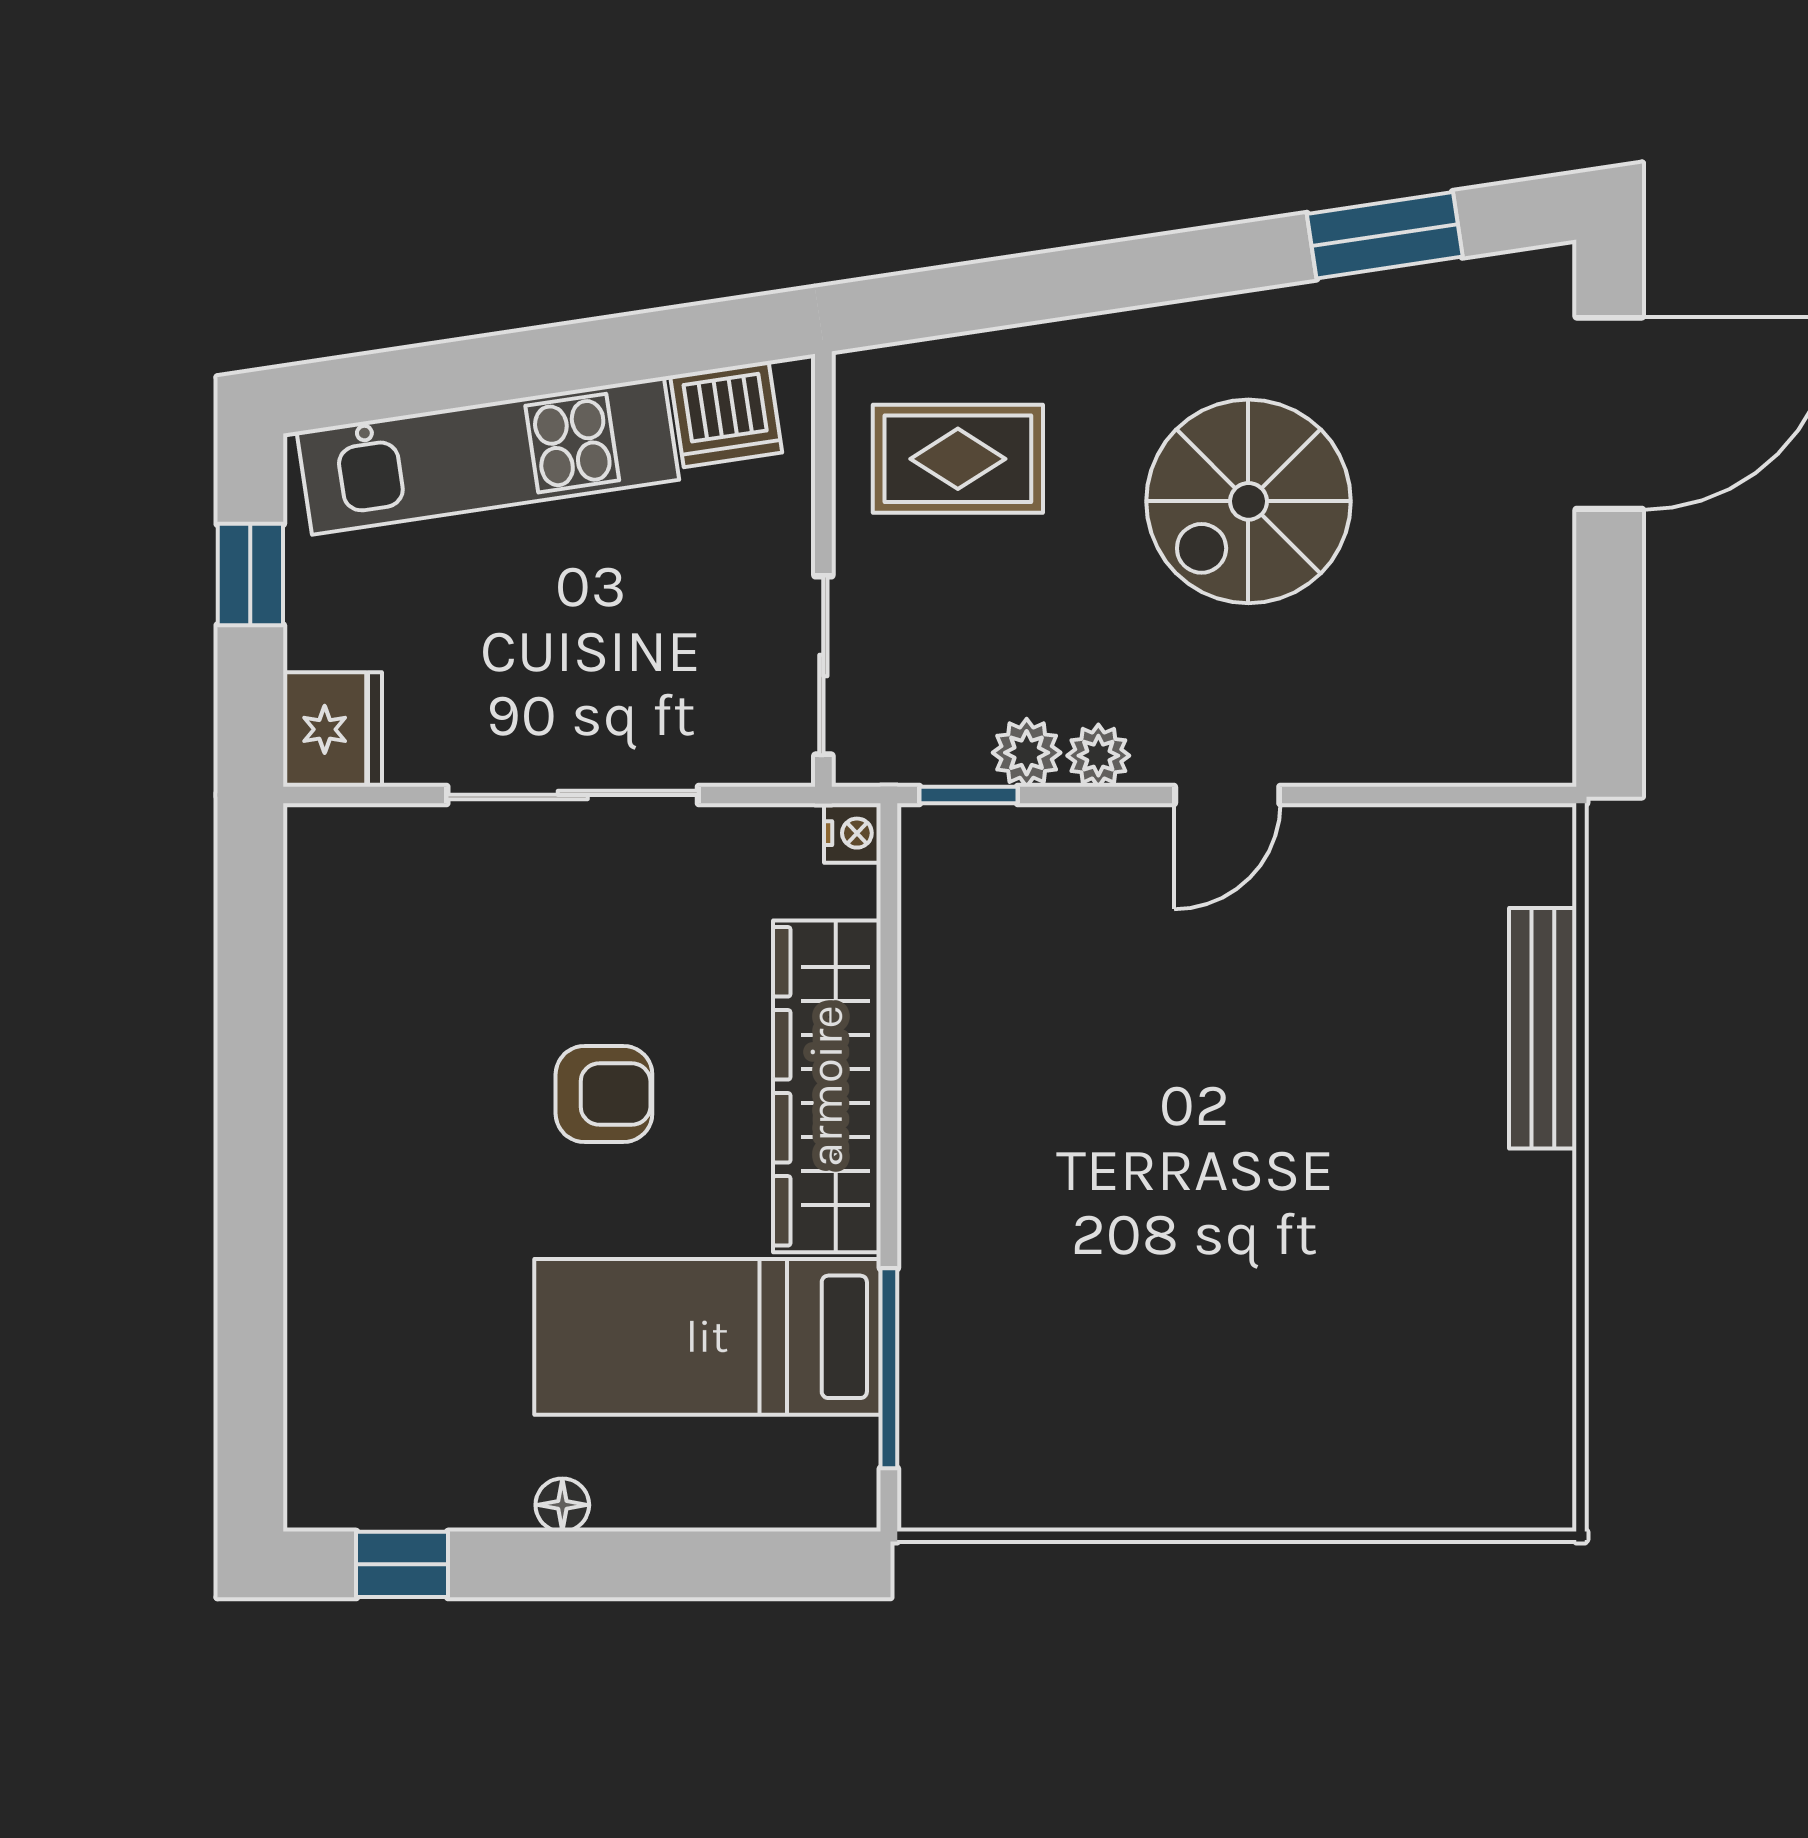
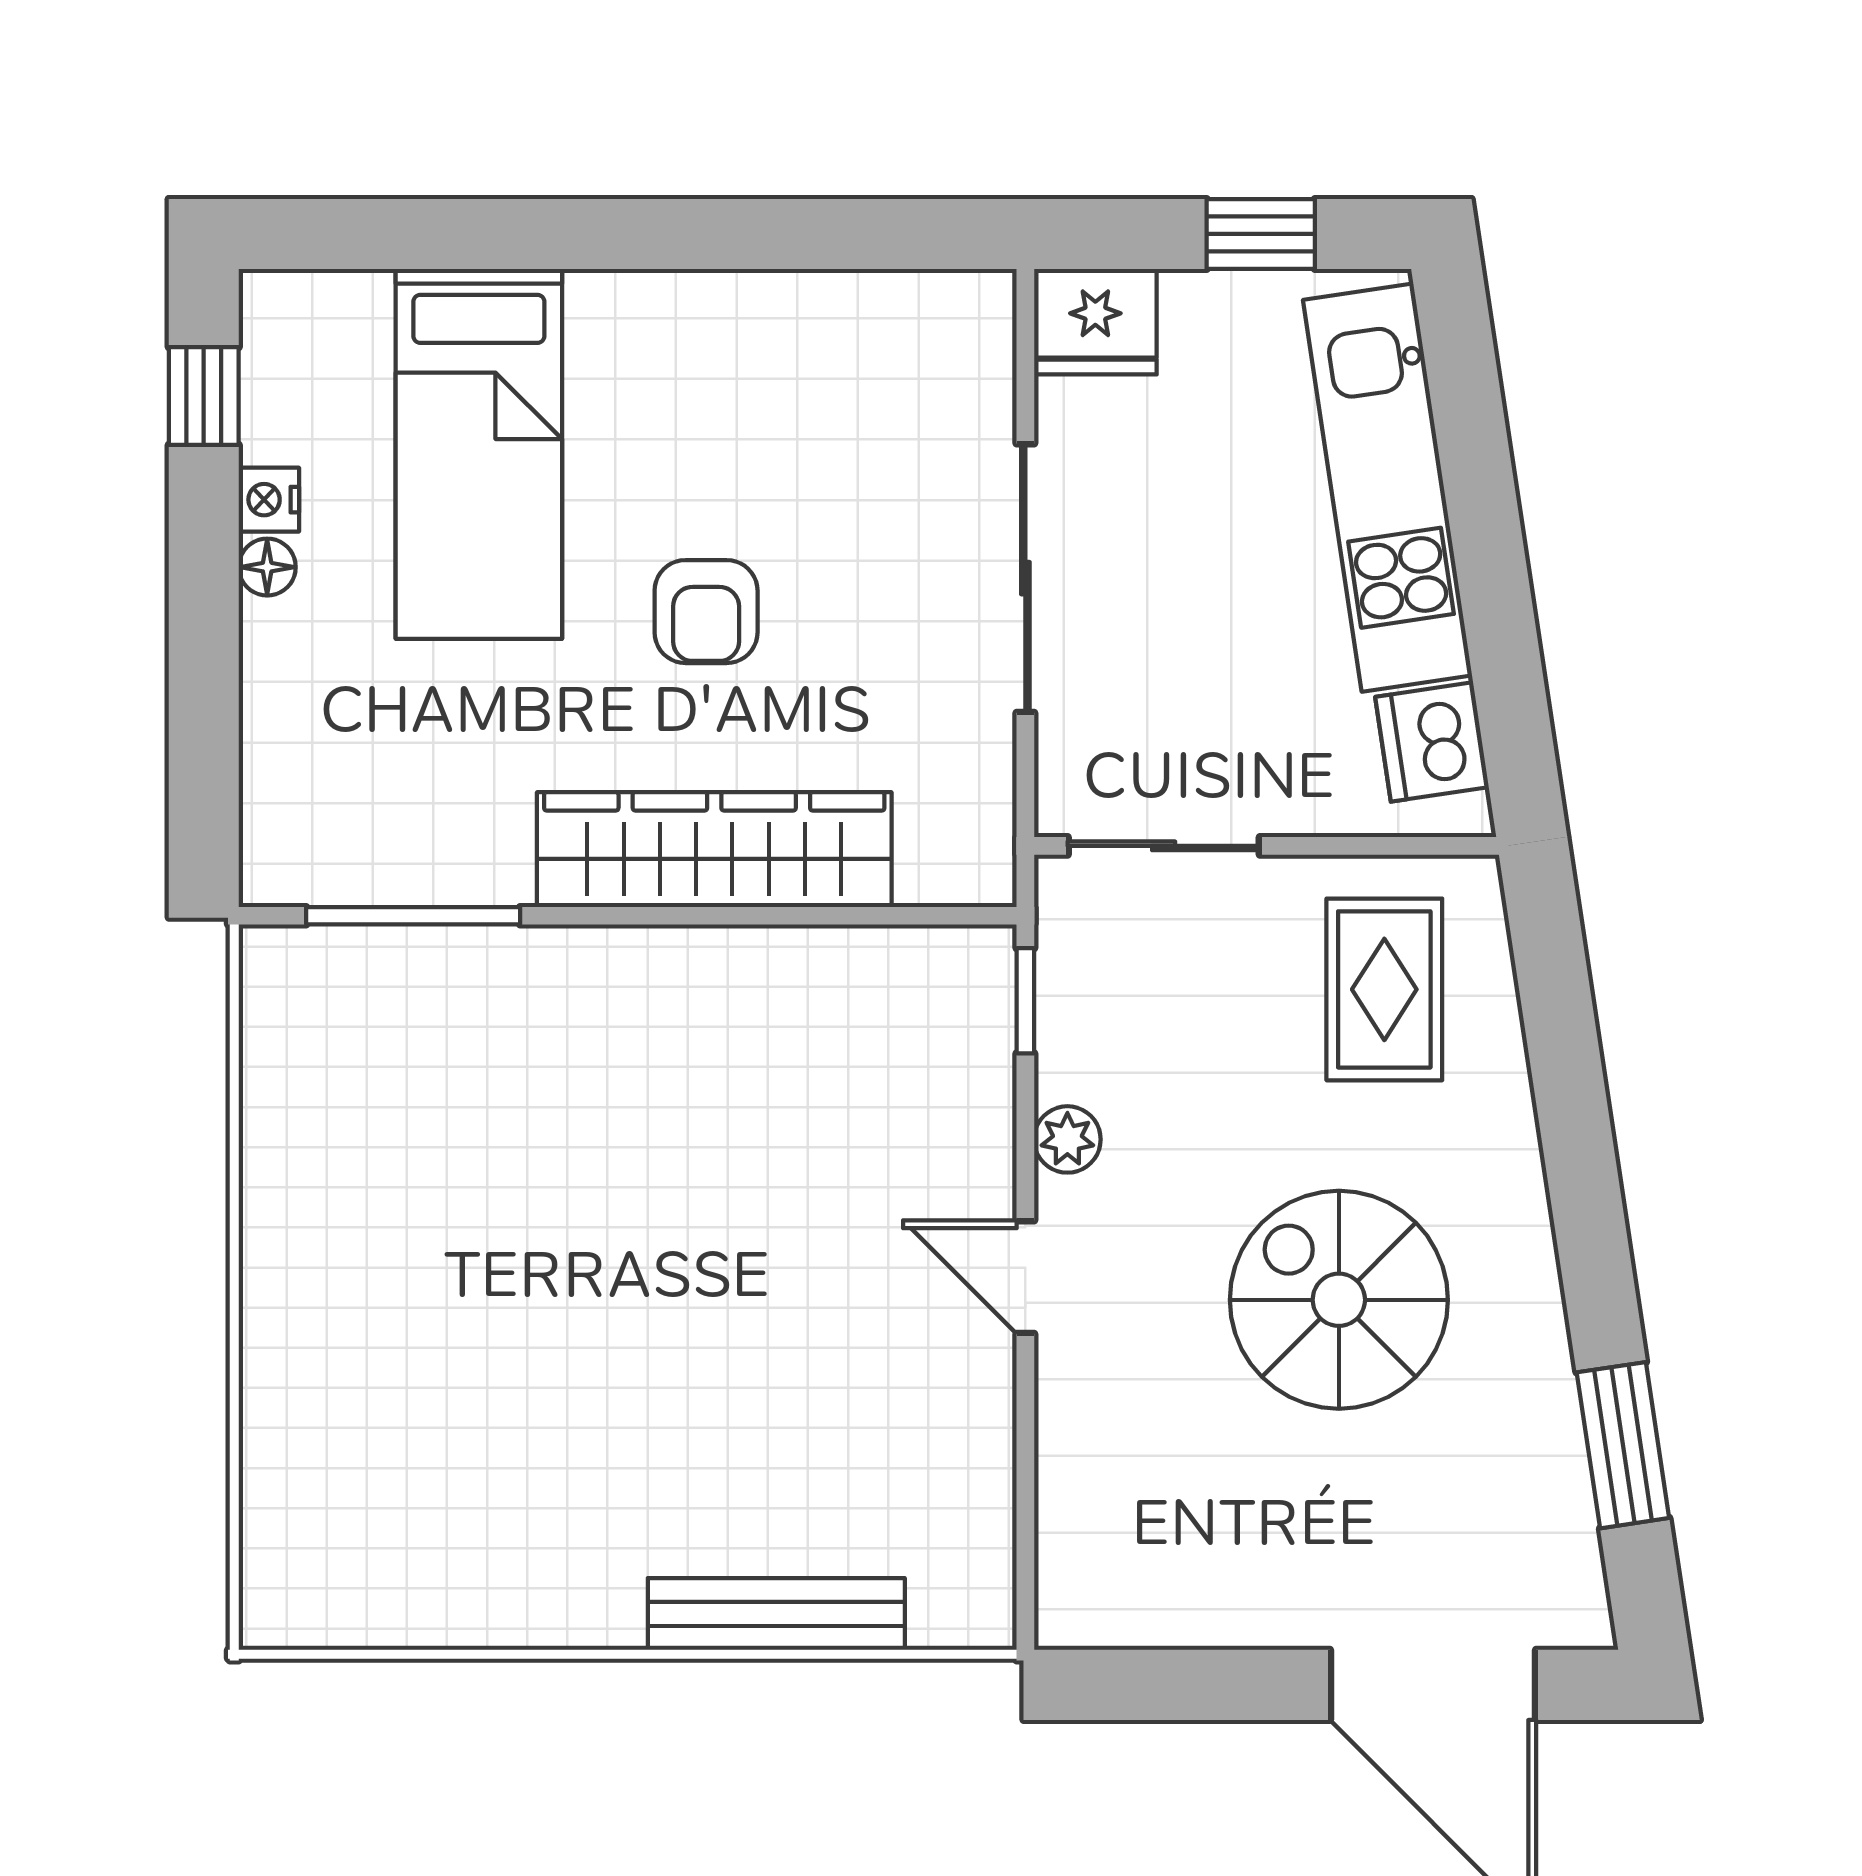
plant: (1027, 753) -> (1070, 1063), removed
nightstand: (852, 833) -> (269, 500), moved, turned 90
bed: (707, 1337) -> (479, 454), moved, turned 180

